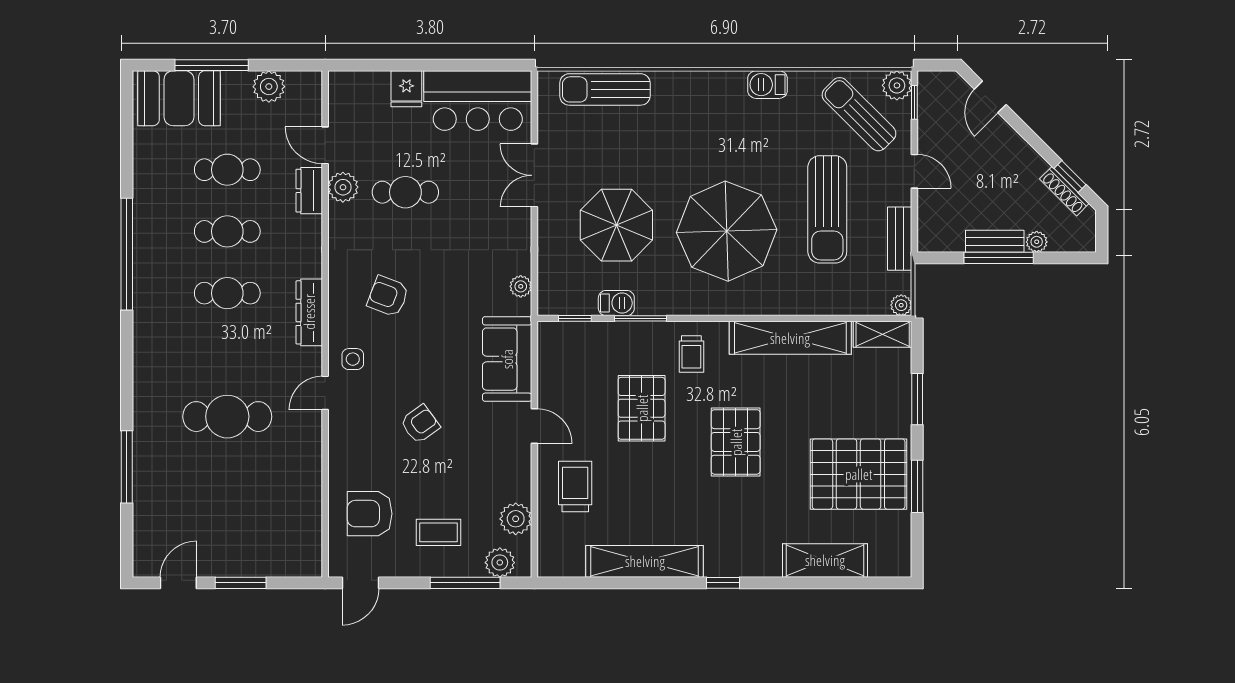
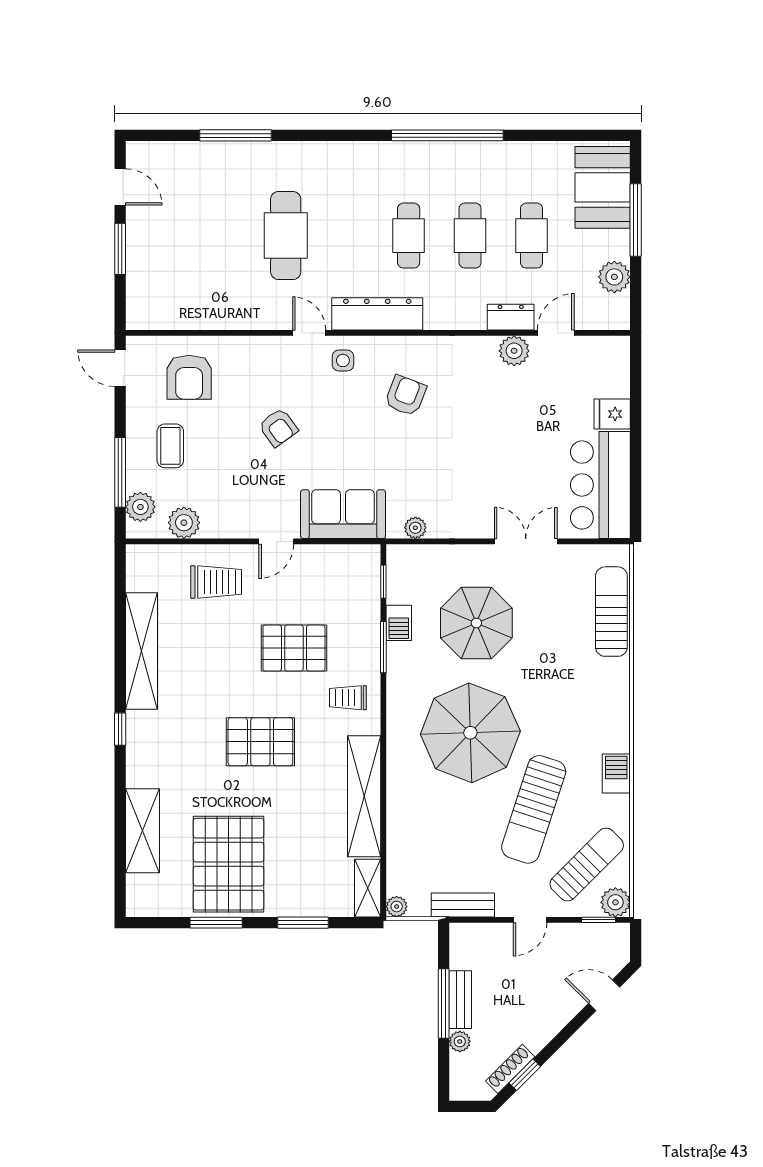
cafe table: (405, 192) -> (509, 413), removed
sun lounger: (827, 209) -> (534, 809), moved, turned -72
dresser: (309, 312) -> (377, 314), width x1.37, depth x1.24
armchair: (370, 514) -> (189, 377), turned 180

